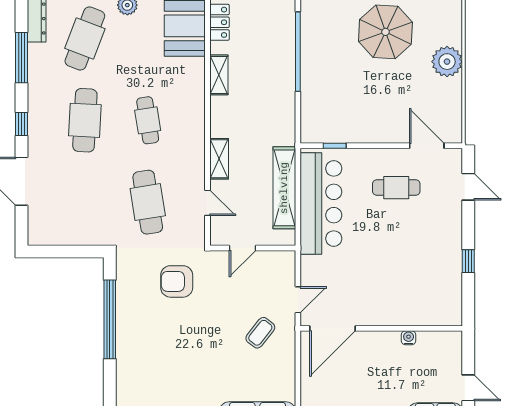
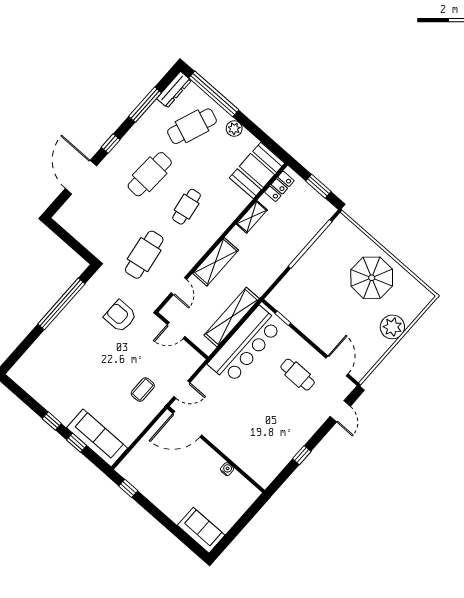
shelving: (219, 159) -> (216, 262), width x1.50, depth x1.33
coffee table: (260, 333) -> (143, 390), turned -38
door: (468, 388) -> (236, 529), removed

